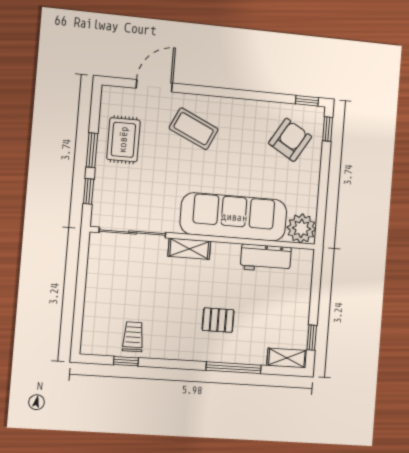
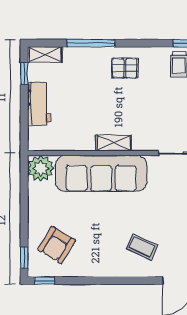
coffee table: (194, 129) -> (142, 247), width x0.73, depth x0.77
shelving: (189, 249) -> (114, 143), moved
workbench: (266, 258) -> (39, 104), moved, turned 90
pallet: (218, 320) -> (125, 68), moved

